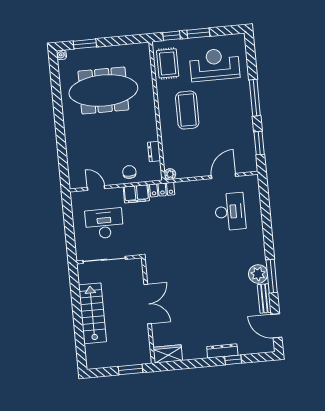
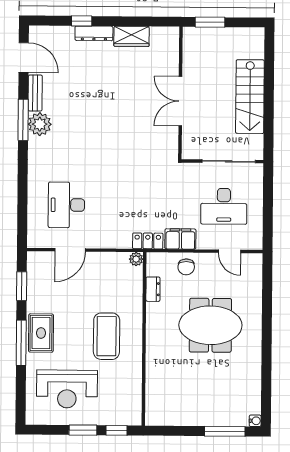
window: (85, 44) -> (225, 431), width x1.44
rug: (168, 63) -> (41, 333), moved
meeting table: (103, 90) -> (210, 325), moved, width x0.73
wardrobe: (168, 354) -> (132, 36), moved

